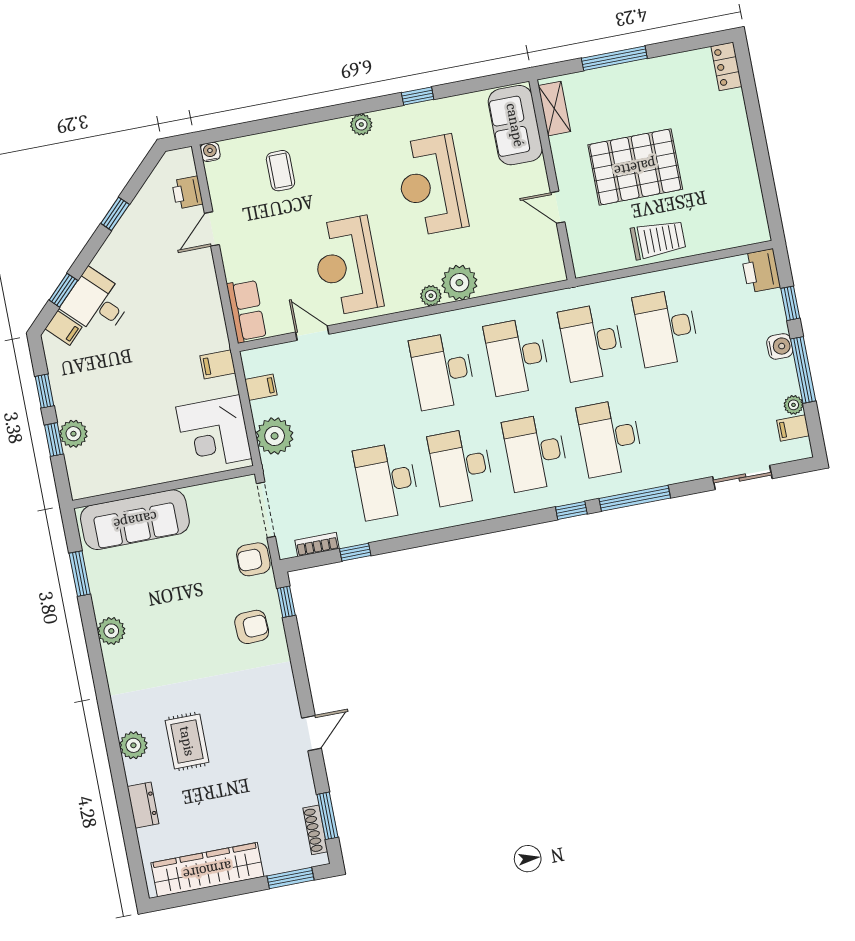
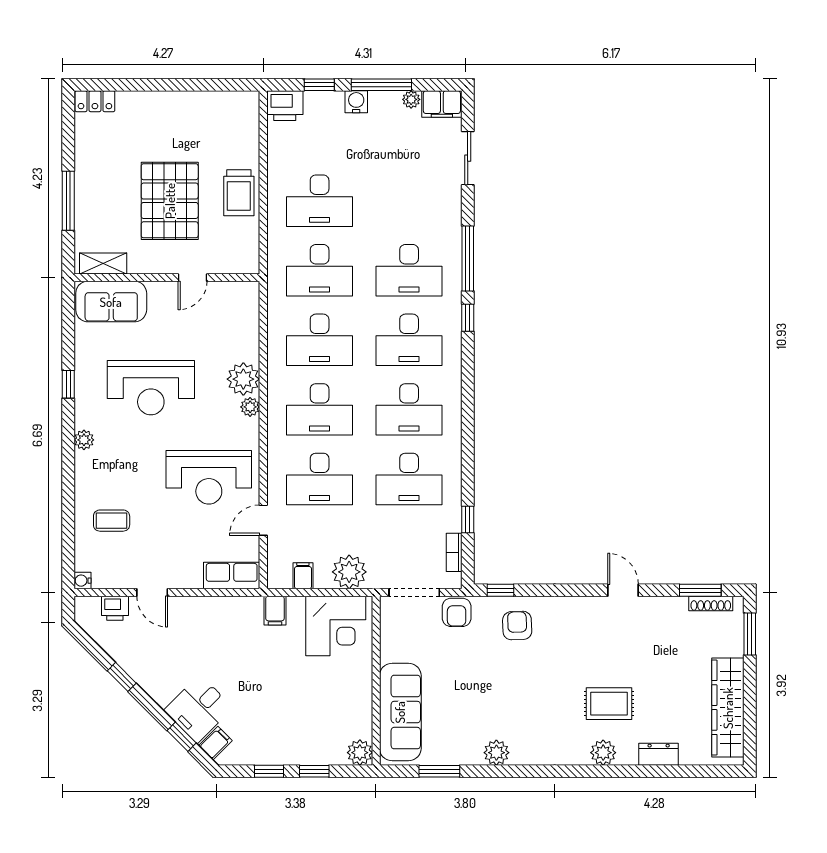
trolley: (658, 239) -> (239, 193), turned 180
desk: (368, 385) -> (320, 479), added
filing cabinet: (793, 428) -> (442, 104), width x2.00
plant: (73, 434) -> (360, 753), moved

